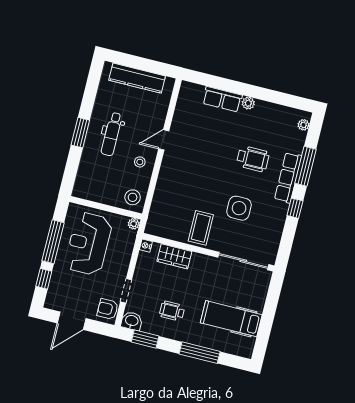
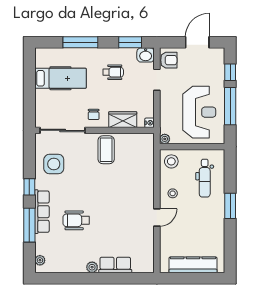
dental chair: (112, 134) -> (205, 178), moved, turned 180
side table: (239, 208) -> (54, 164), moved
chair: (205, 270) -> (94, 114), added

